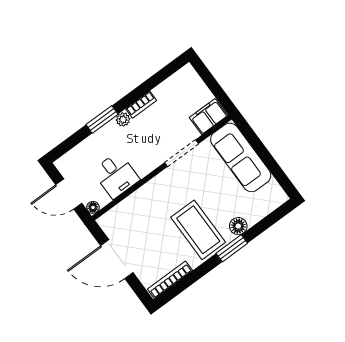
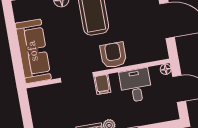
filing cabinet: (209, 117) -> (102, 84), moved, width x0.50
armchair: (155, 195) -> (113, 55), added

